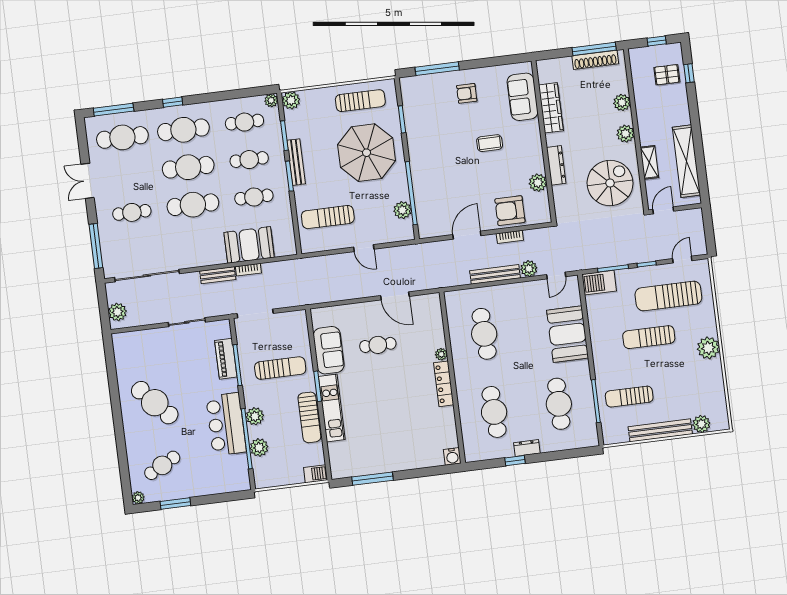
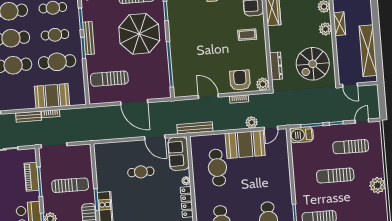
coffee table: (490, 143) -> (247, 35), moved
shelving: (649, 162) -> (339, 24), moved
dresser: (556, 165) -> (276, 66), moved
plant: (538, 183) -> (263, 84), moved
spiral stairs: (610, 183) -> (313, 64), turned 180
cafe table: (254, 197) -> (57, 62), width x1.37, depth x1.35
plant: (402, 210) -> (163, 76), removed
door: (663, 210) -> (350, 85), swing flipped
armchair: (510, 211) -> (240, 80), turned 90
door: (467, 235) -> (208, 96), hinge flipped
door: (364, 248) -> (134, 102), width x1.88
bench: (495, 274) -> (195, 128), moved
sun lounger: (668, 296) -> (351, 147), width x0.73, depth x0.75
booth: (568, 334) -> (245, 144), moved, turned 90
sofa: (329, 350) -> (179, 154), moved, turned 180

